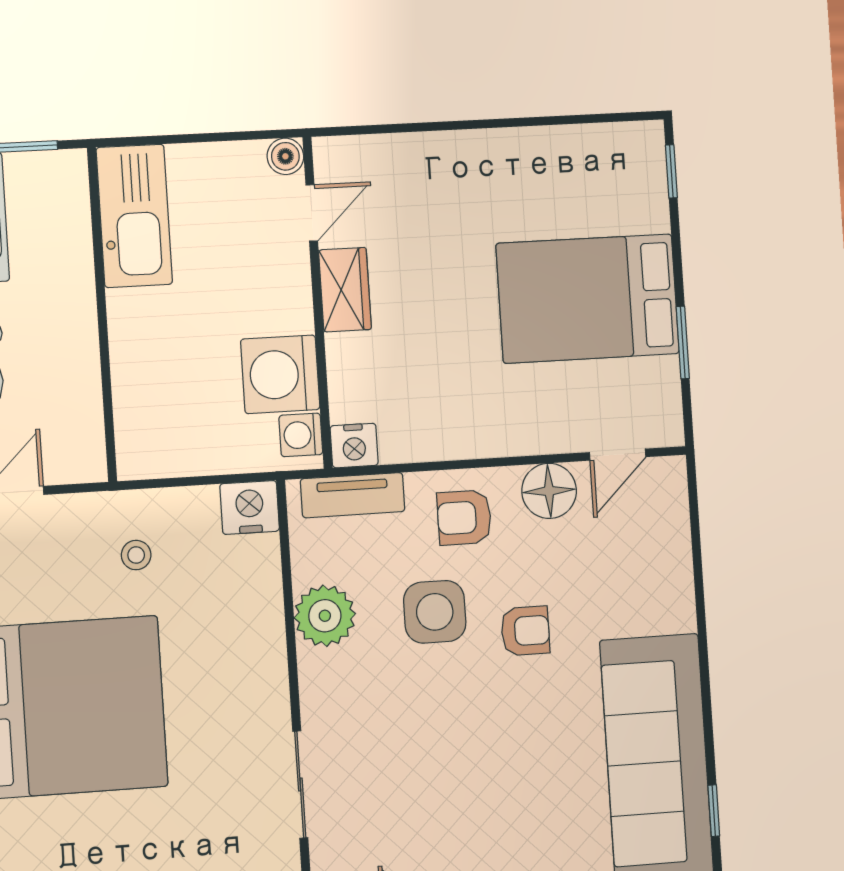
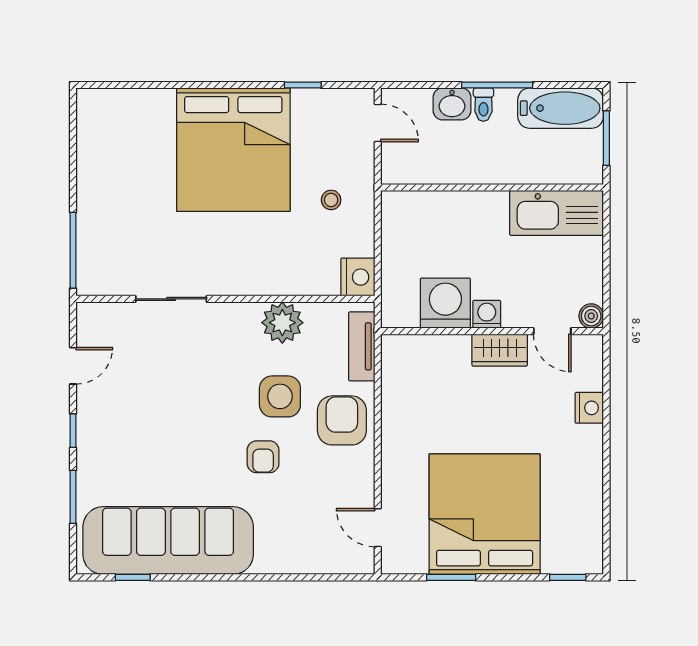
bed: (588, 299) -> (485, 514), width x1.36
washing machine: (301, 435) -> (487, 314), moved
nightstand: (354, 446) -> (589, 408), moved, turned 180
floor lamp: (549, 491) -> (356, 479), removed
armchair: (464, 518) -> (342, 420), width x1.38, depth x1.38

